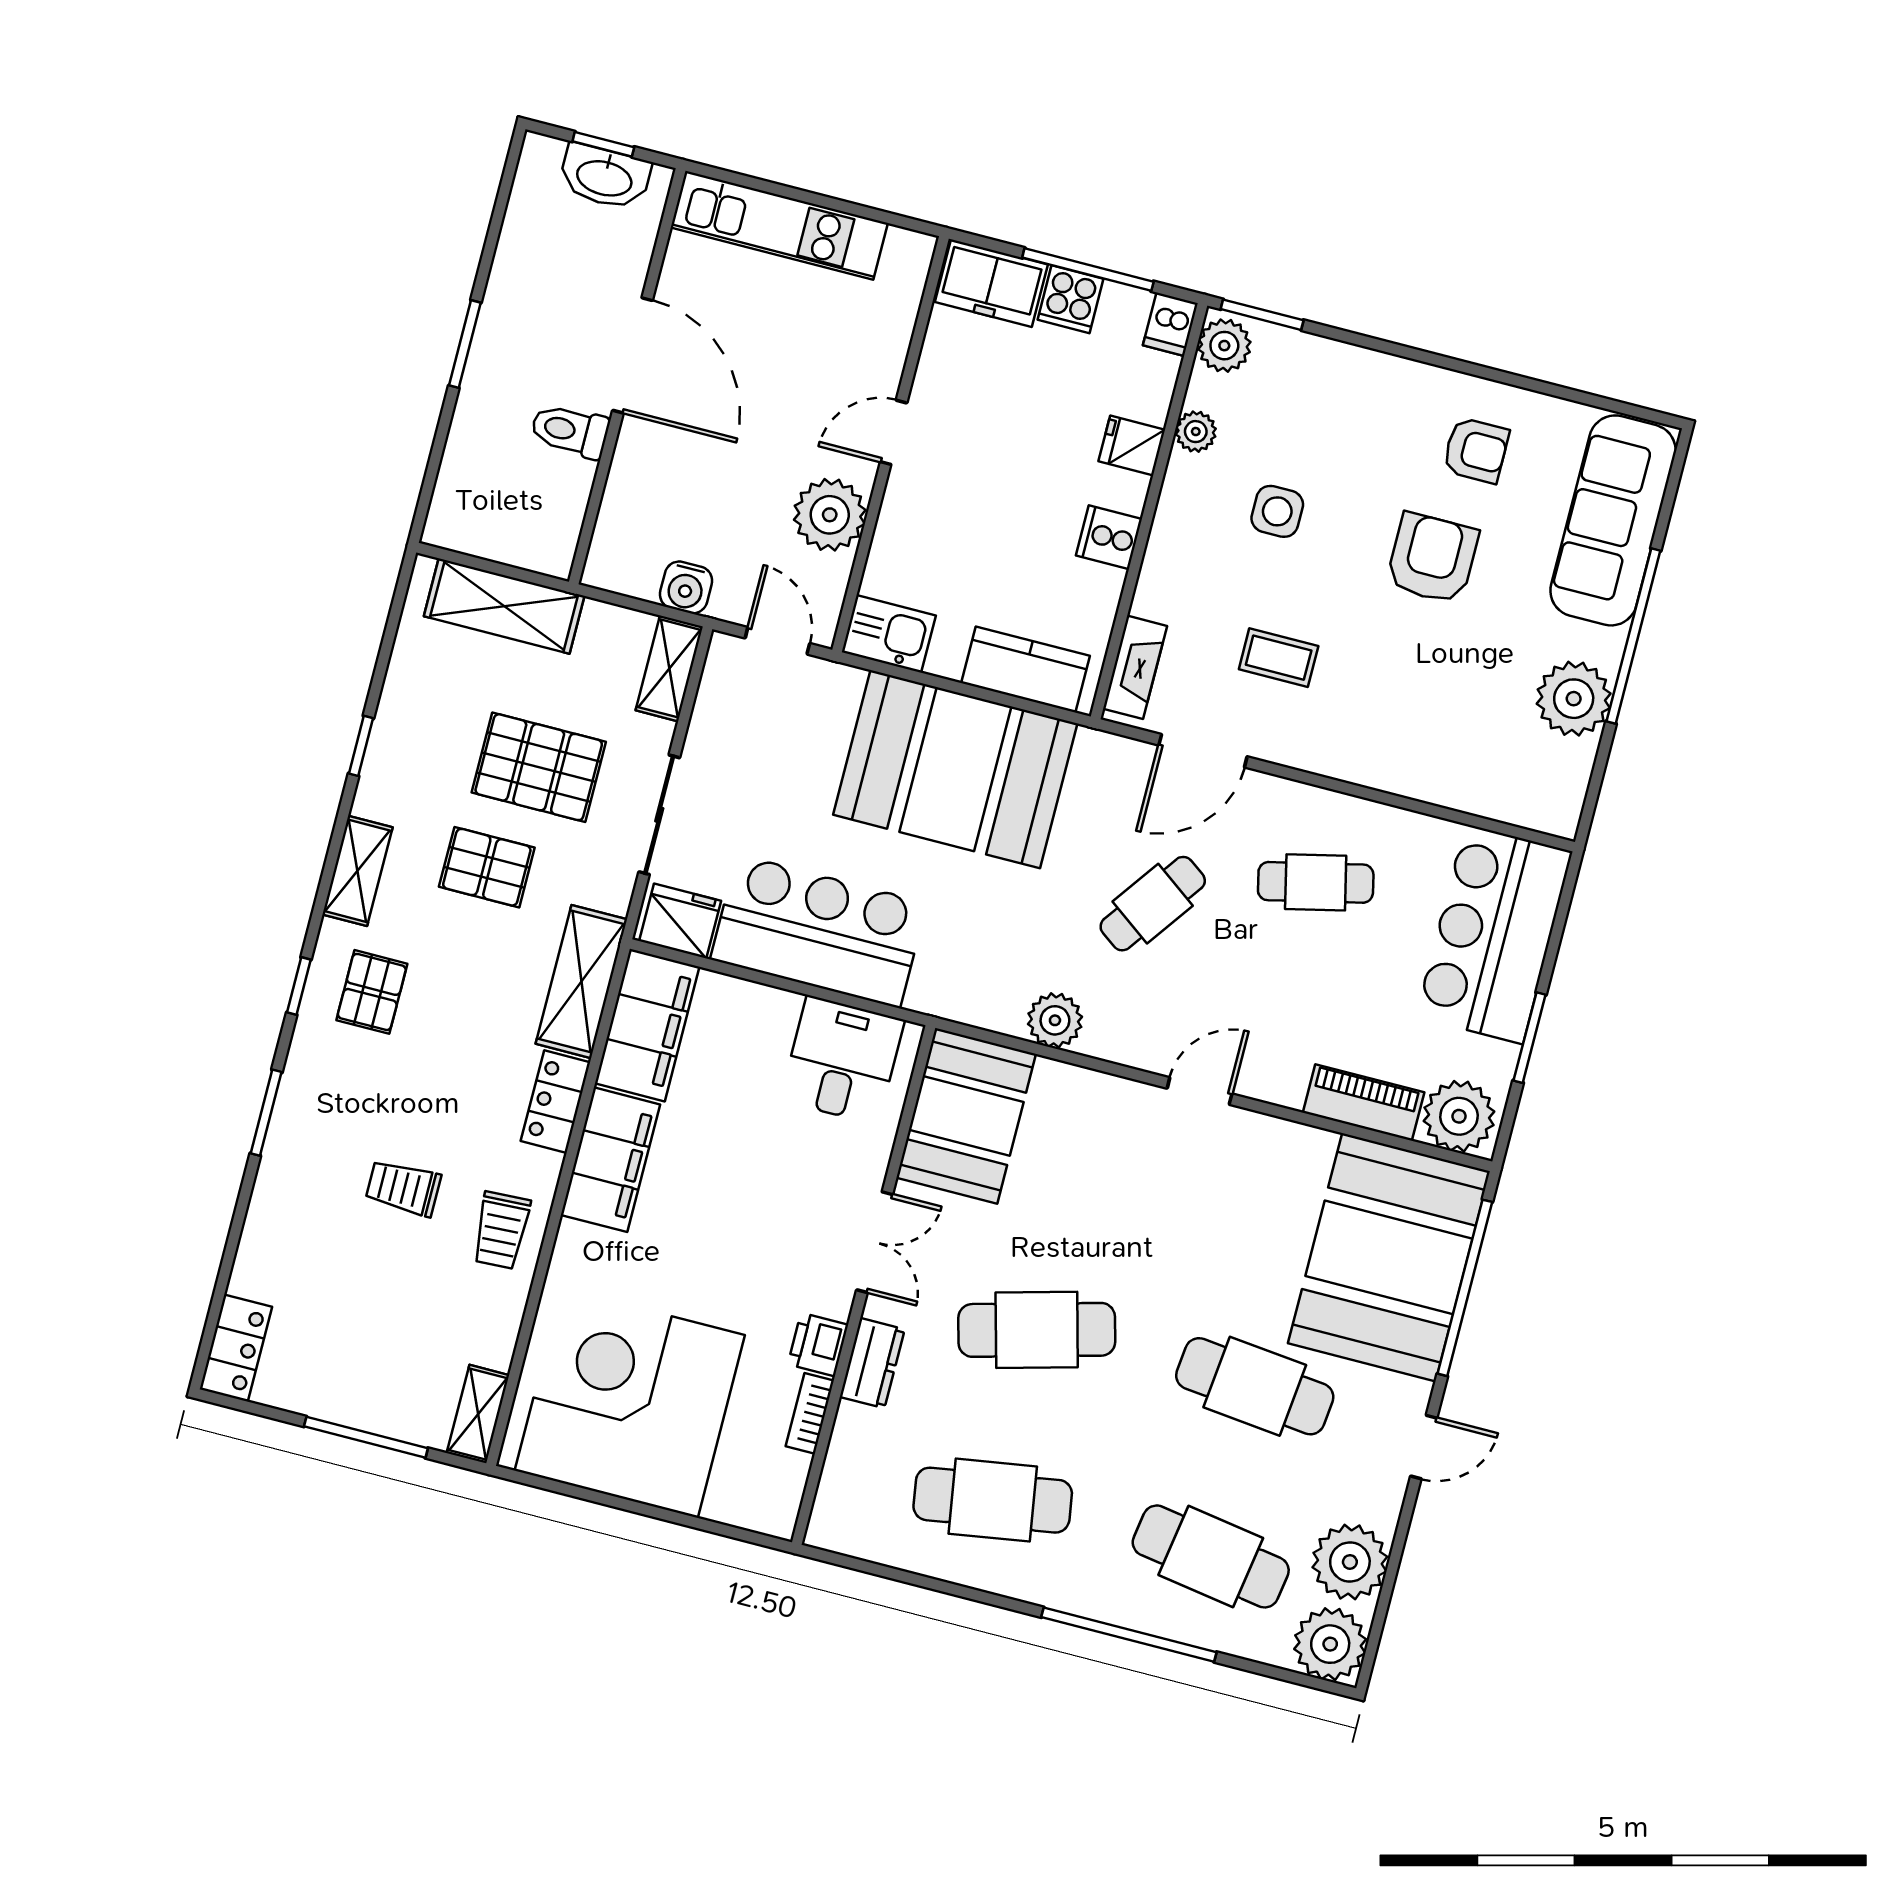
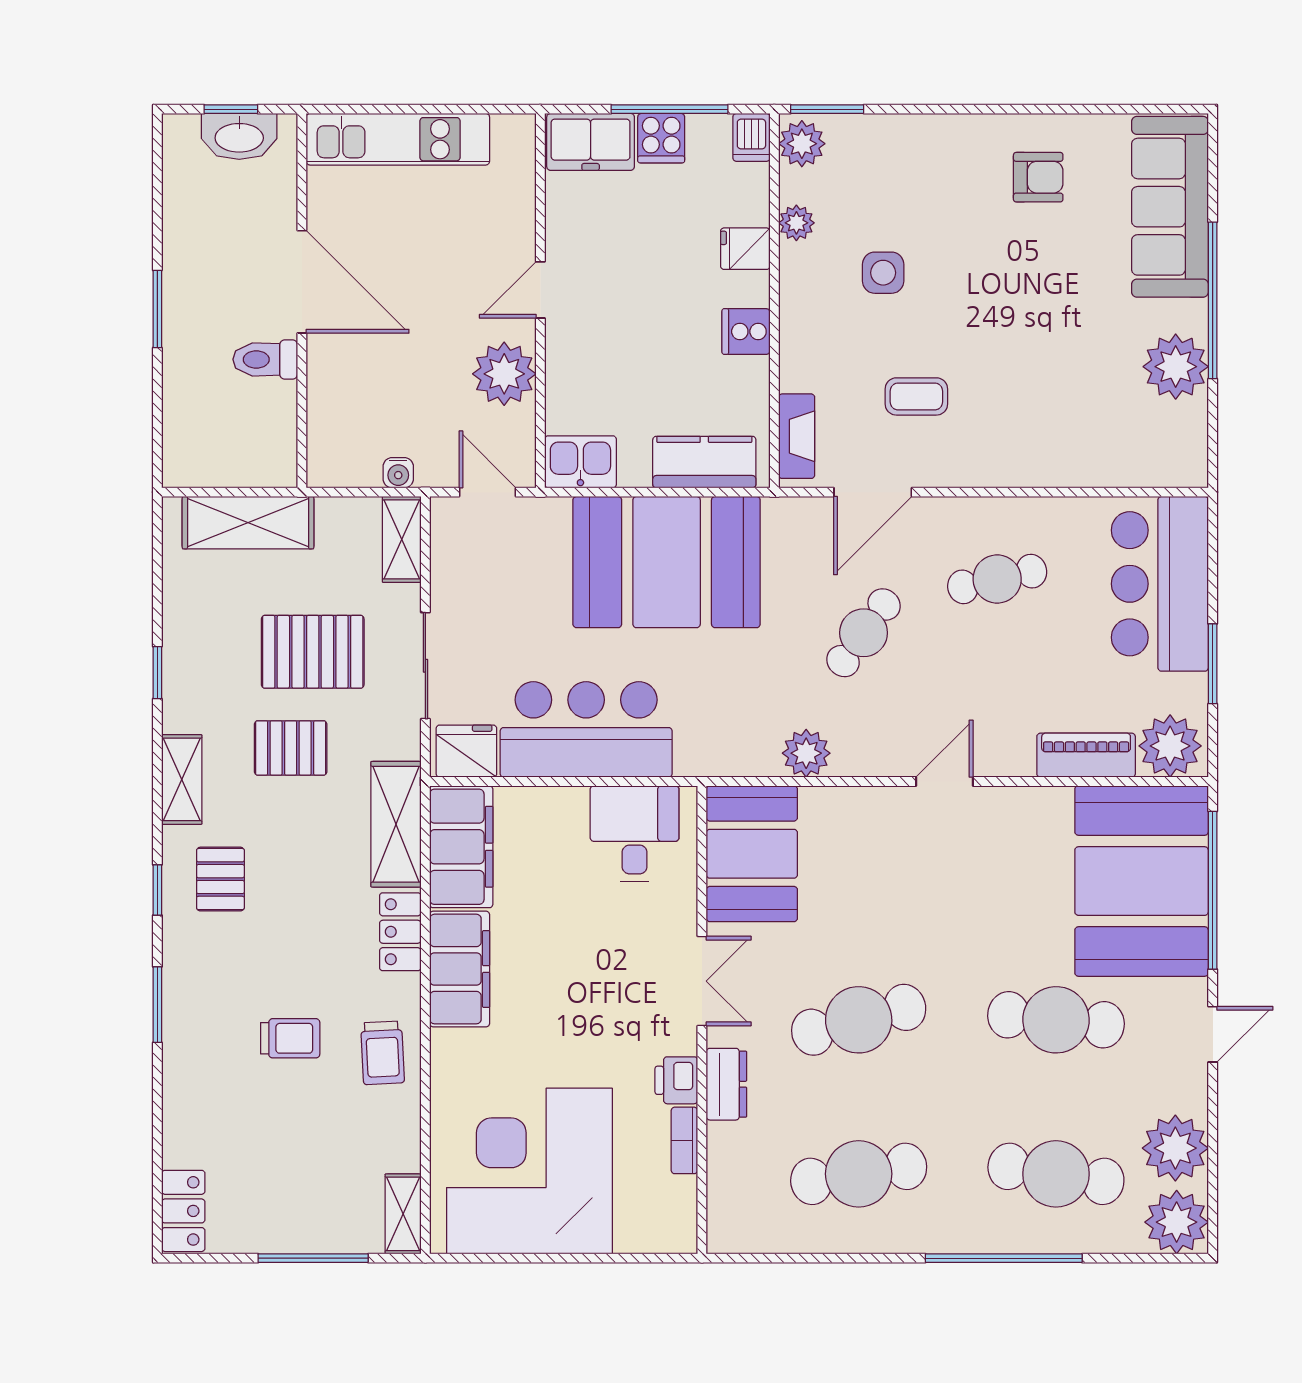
armchair: (1432, 558) -> (1025, 278), removed
water cooler: (686, 587) -> (398, 473), width x0.72, depth x0.72
trolley: (403, 1188) -> (290, 1038), turned 180

